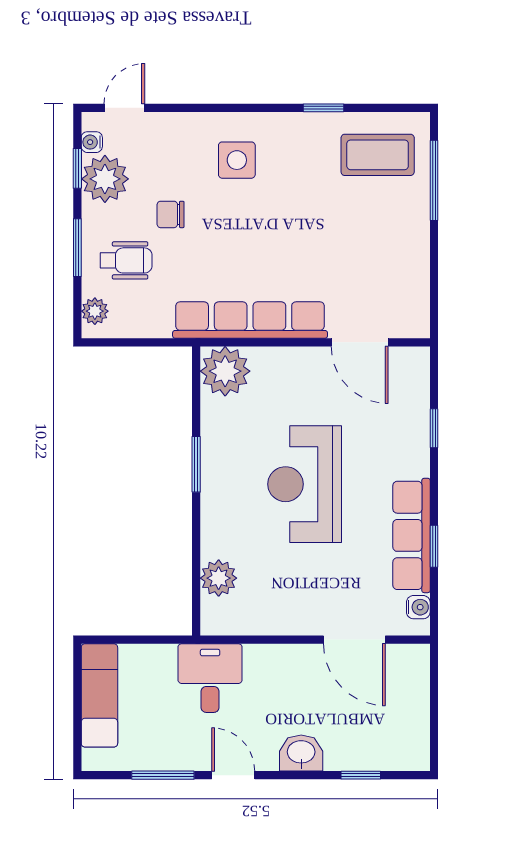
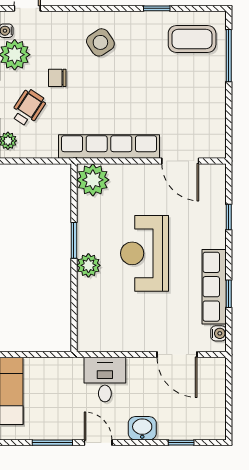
side table: (237, 160) -> (100, 42), turned -34
wheelchair: (126, 260) -> (28, 108), turned -57
plant: (219, 578) -> (88, 265), moved
desk: (210, 678) -> (105, 380), moved

